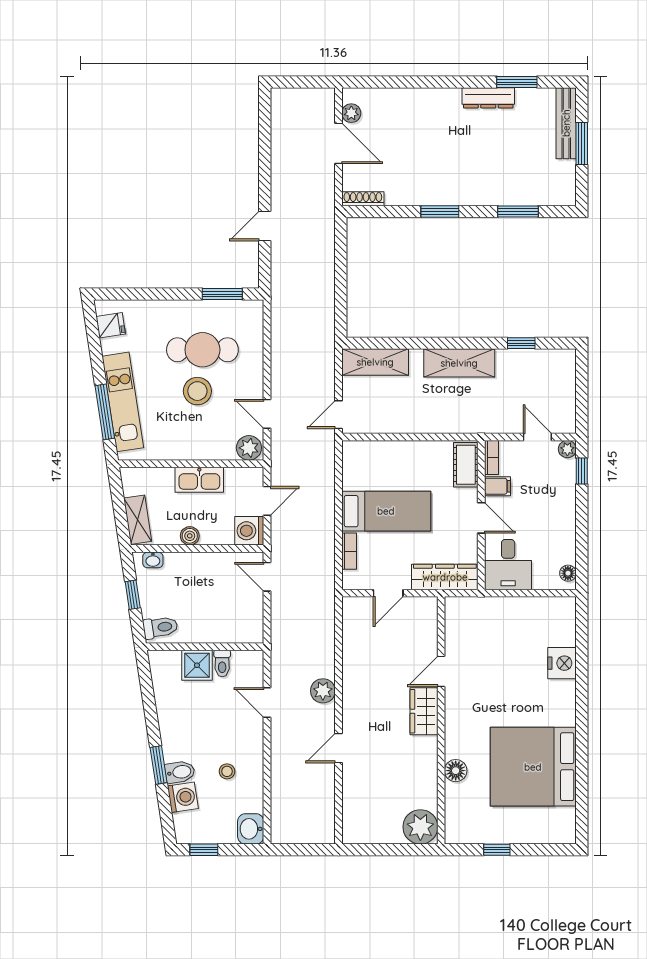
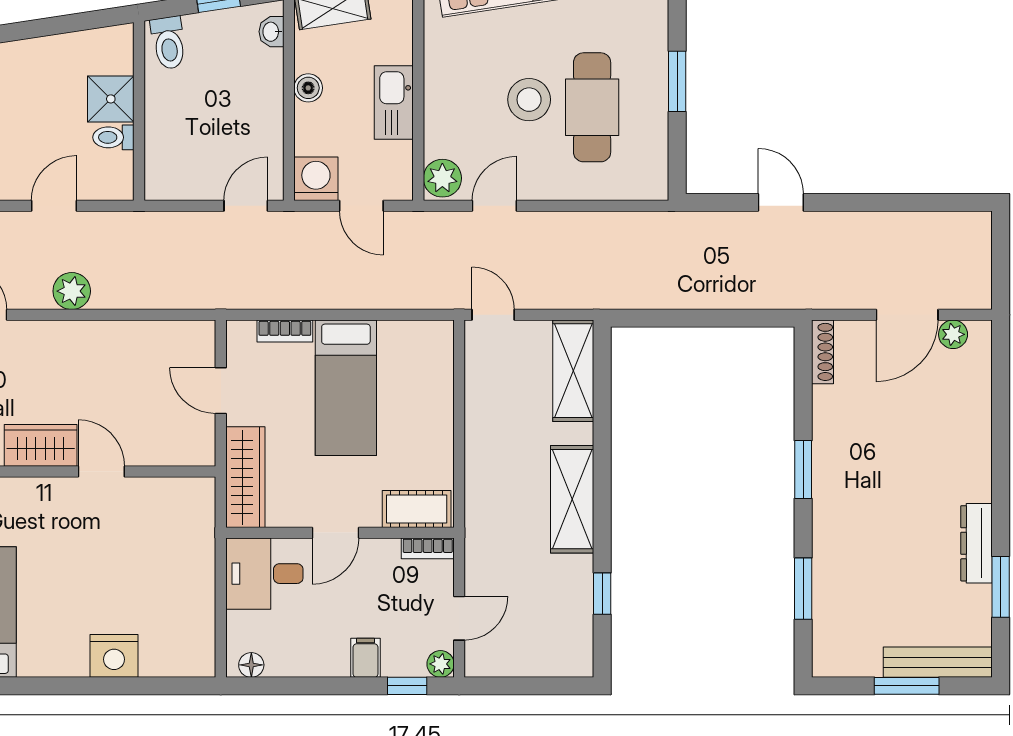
window: (222, 294) -> (677, 81), moved
filing cabinet: (498, 486) -> (365, 658), moved, turned 180

